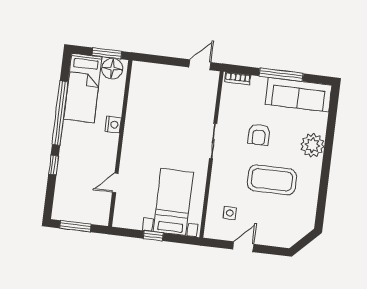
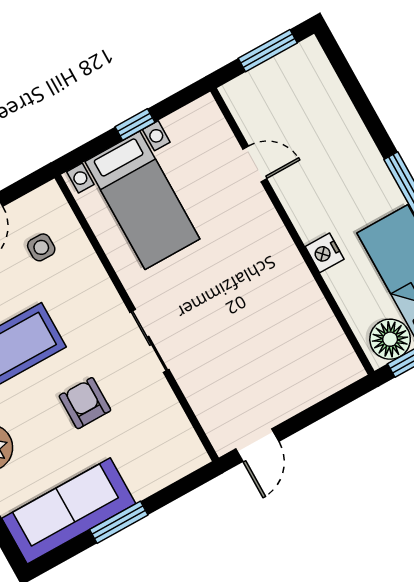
window: (281, 75) -> (119, 522), width x0.69
bookcase: (238, 79) -> (182, 467), removed
window: (54, 165) -> (372, 121), removed
door: (115, 183) -> (255, 164), hinge flipped

